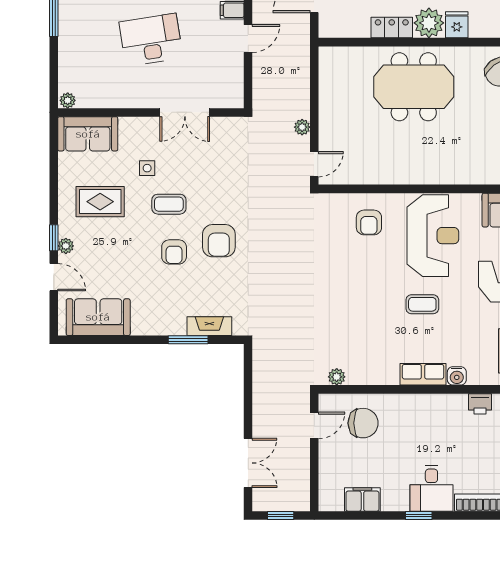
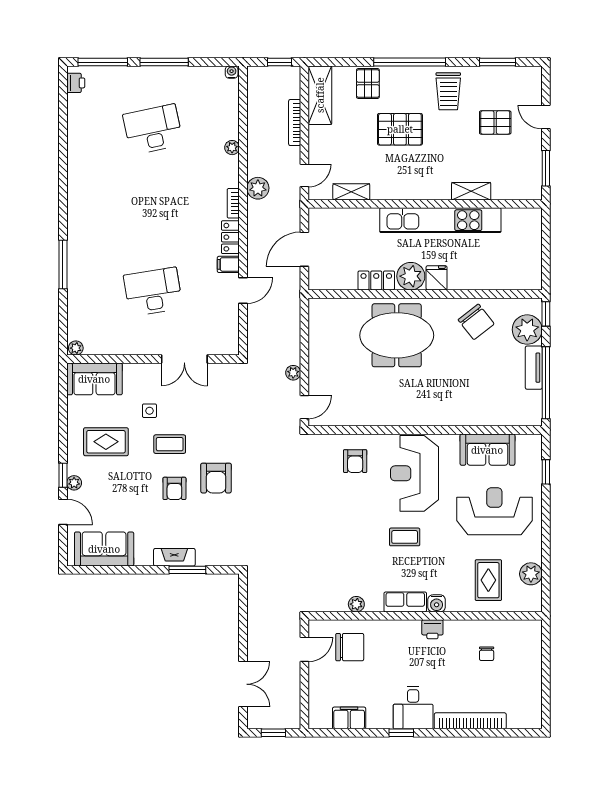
reception desk: (433, 236) -> (414, 473), turned 180
fireplace: (209, 326) -> (174, 557), moved
plant: (337, 377) -> (356, 604), moved
printer: (480, 404) -> (432, 629), moved

